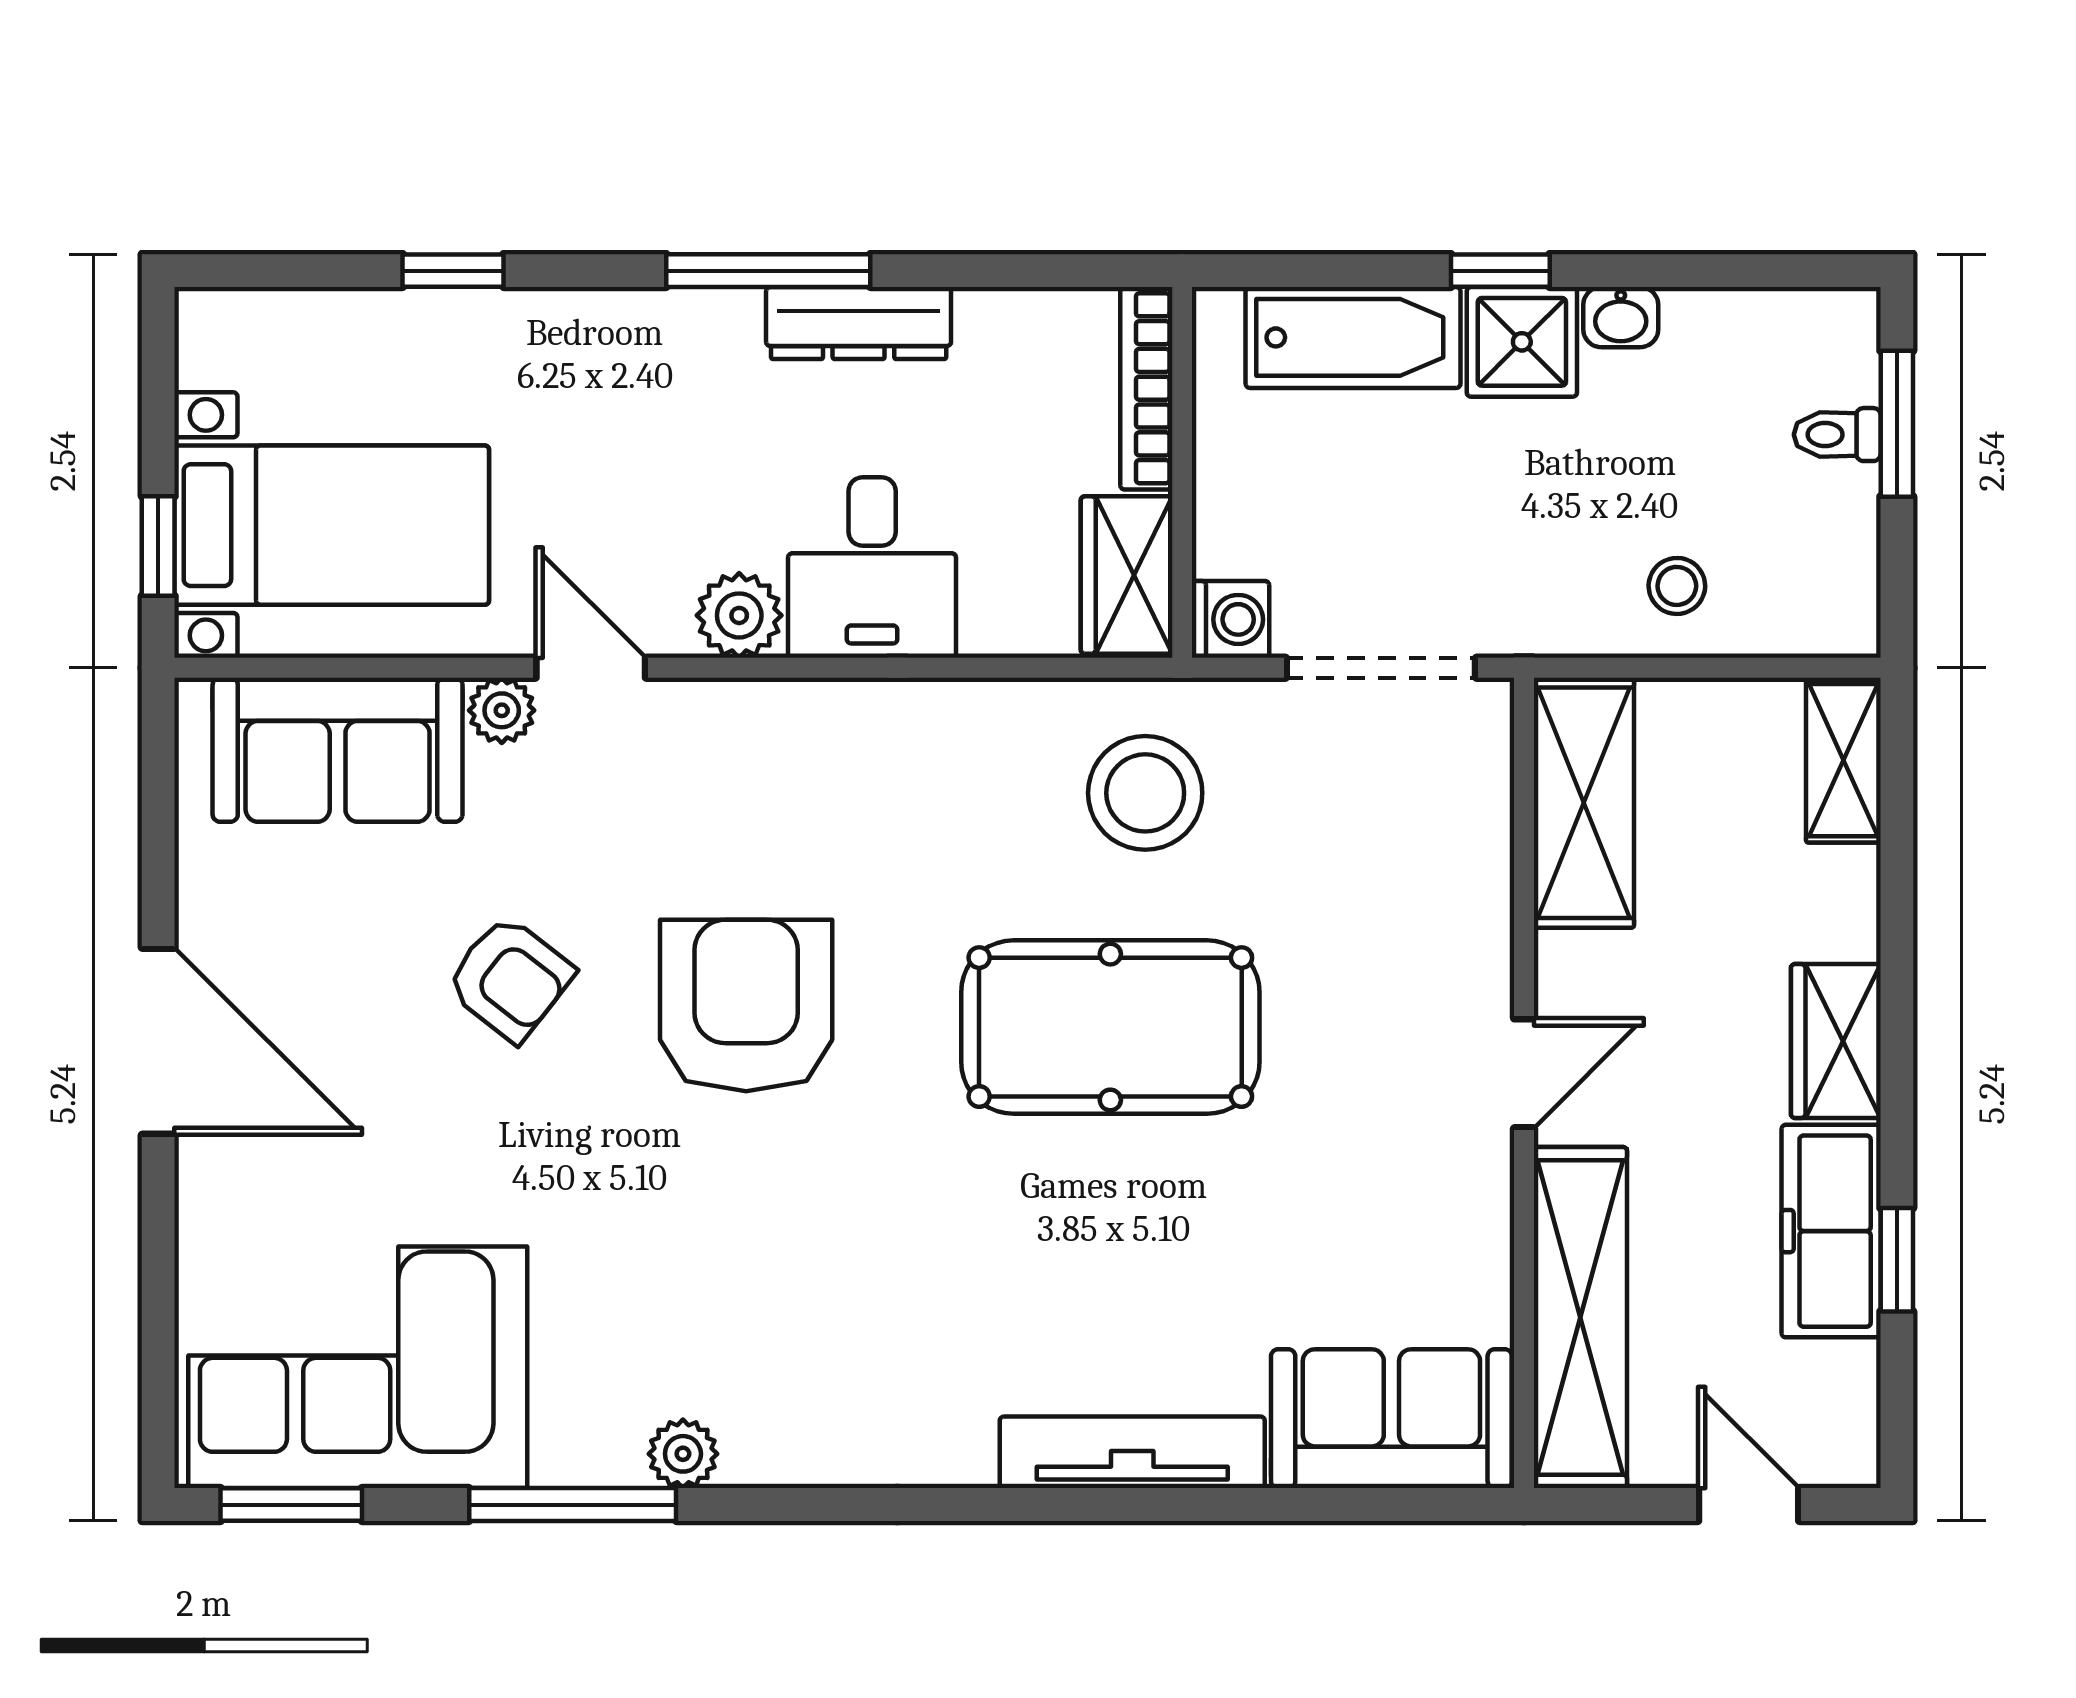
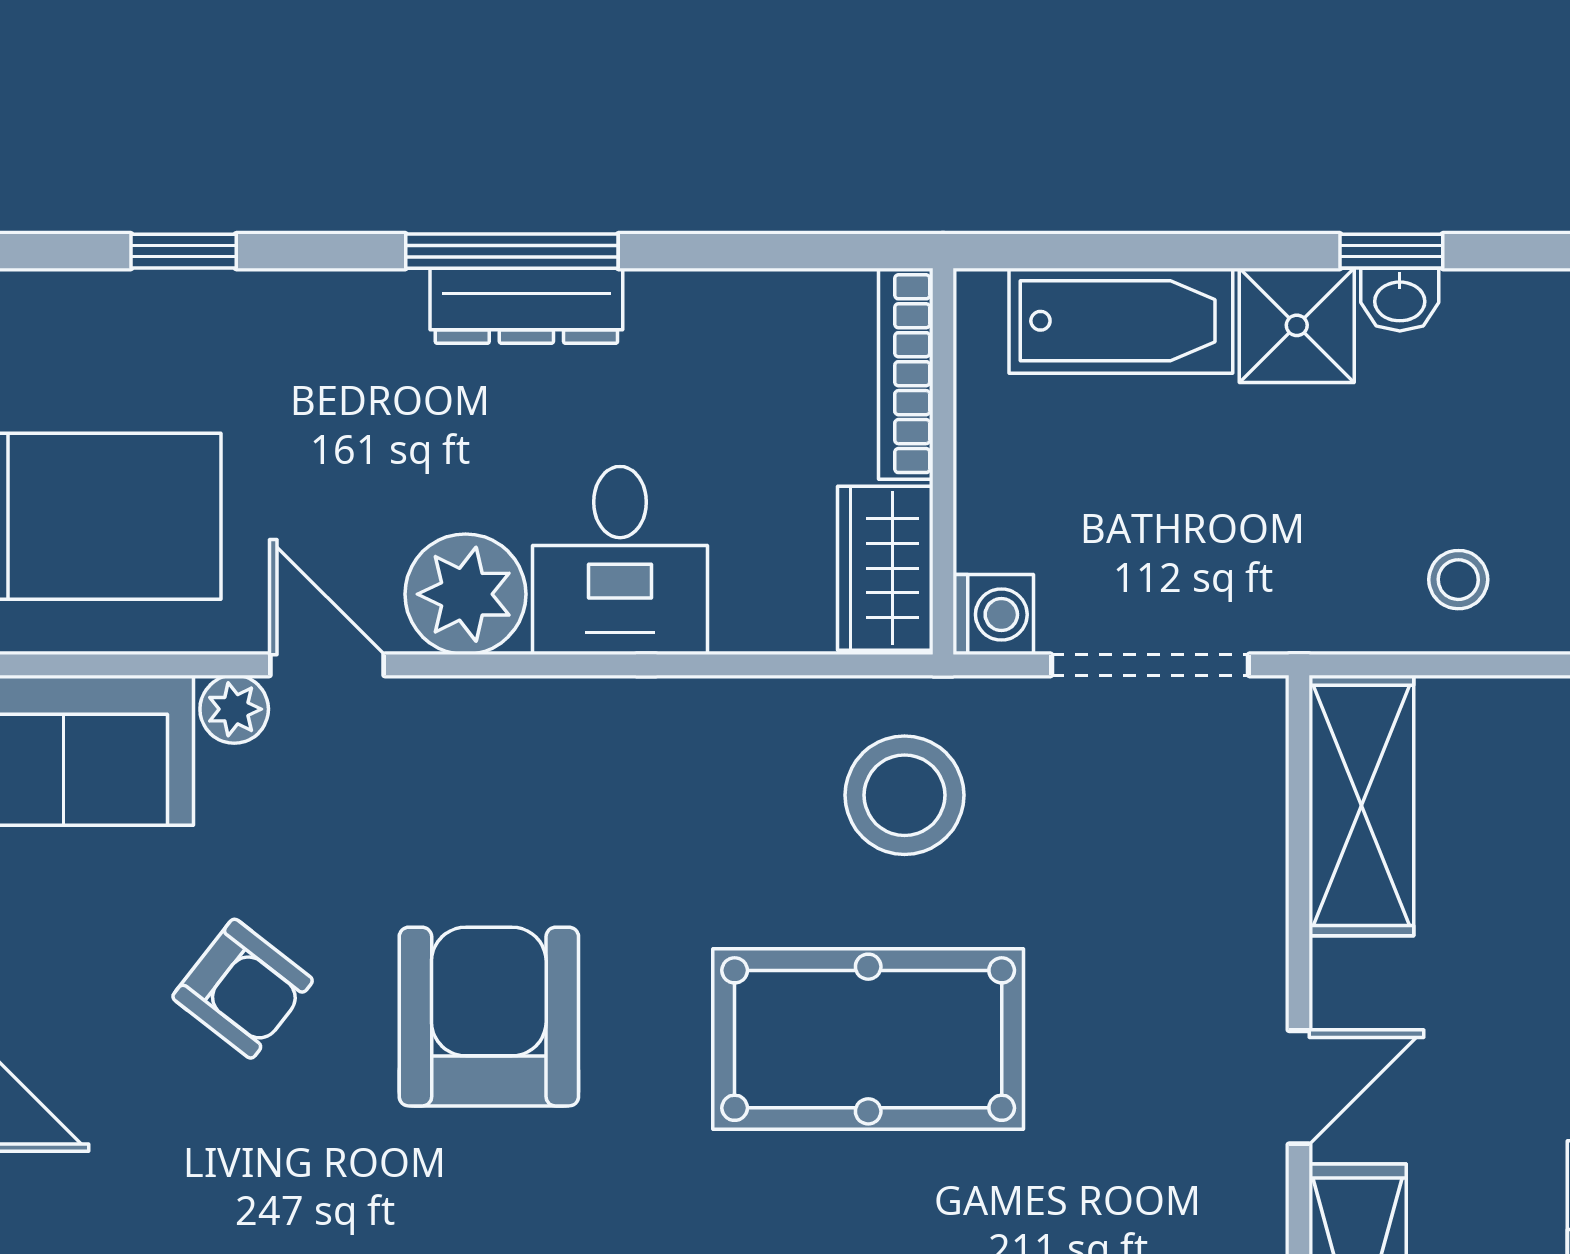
window: (1500, 271) -> (1391, 251), moved
dresser: (859, 323) -> (526, 306), moved
plant: (739, 615) -> (465, 594), width x1.36, depth x1.36

